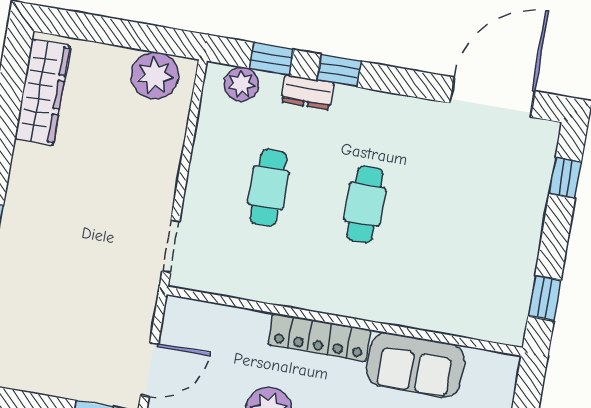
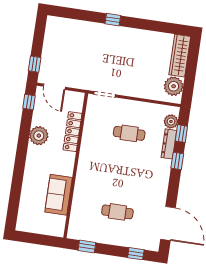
wardrobe: (43, 92) -> (180, 56), moved, turned 90
dresser: (307, 92) -> (169, 144), width x1.44
cafe table: (365, 204) -> (117, 212), moved
locker: (319, 337) -> (72, 132), moved

